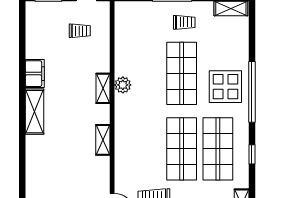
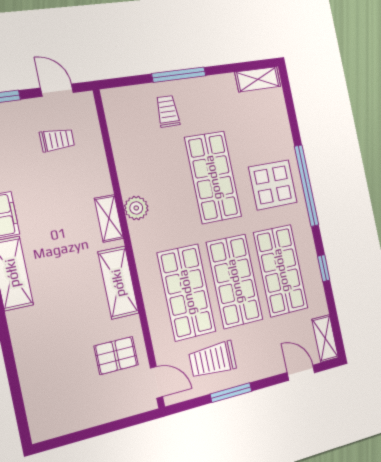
trolley: (184, 22) -> (168, 111), moved, turned -90
shelving: (103, 140) -> (118, 283), width x1.50, depth x1.33
shop shelf: (145, 149) -> (187, 292), added
pallet: (89, 179) -> (116, 356), added

